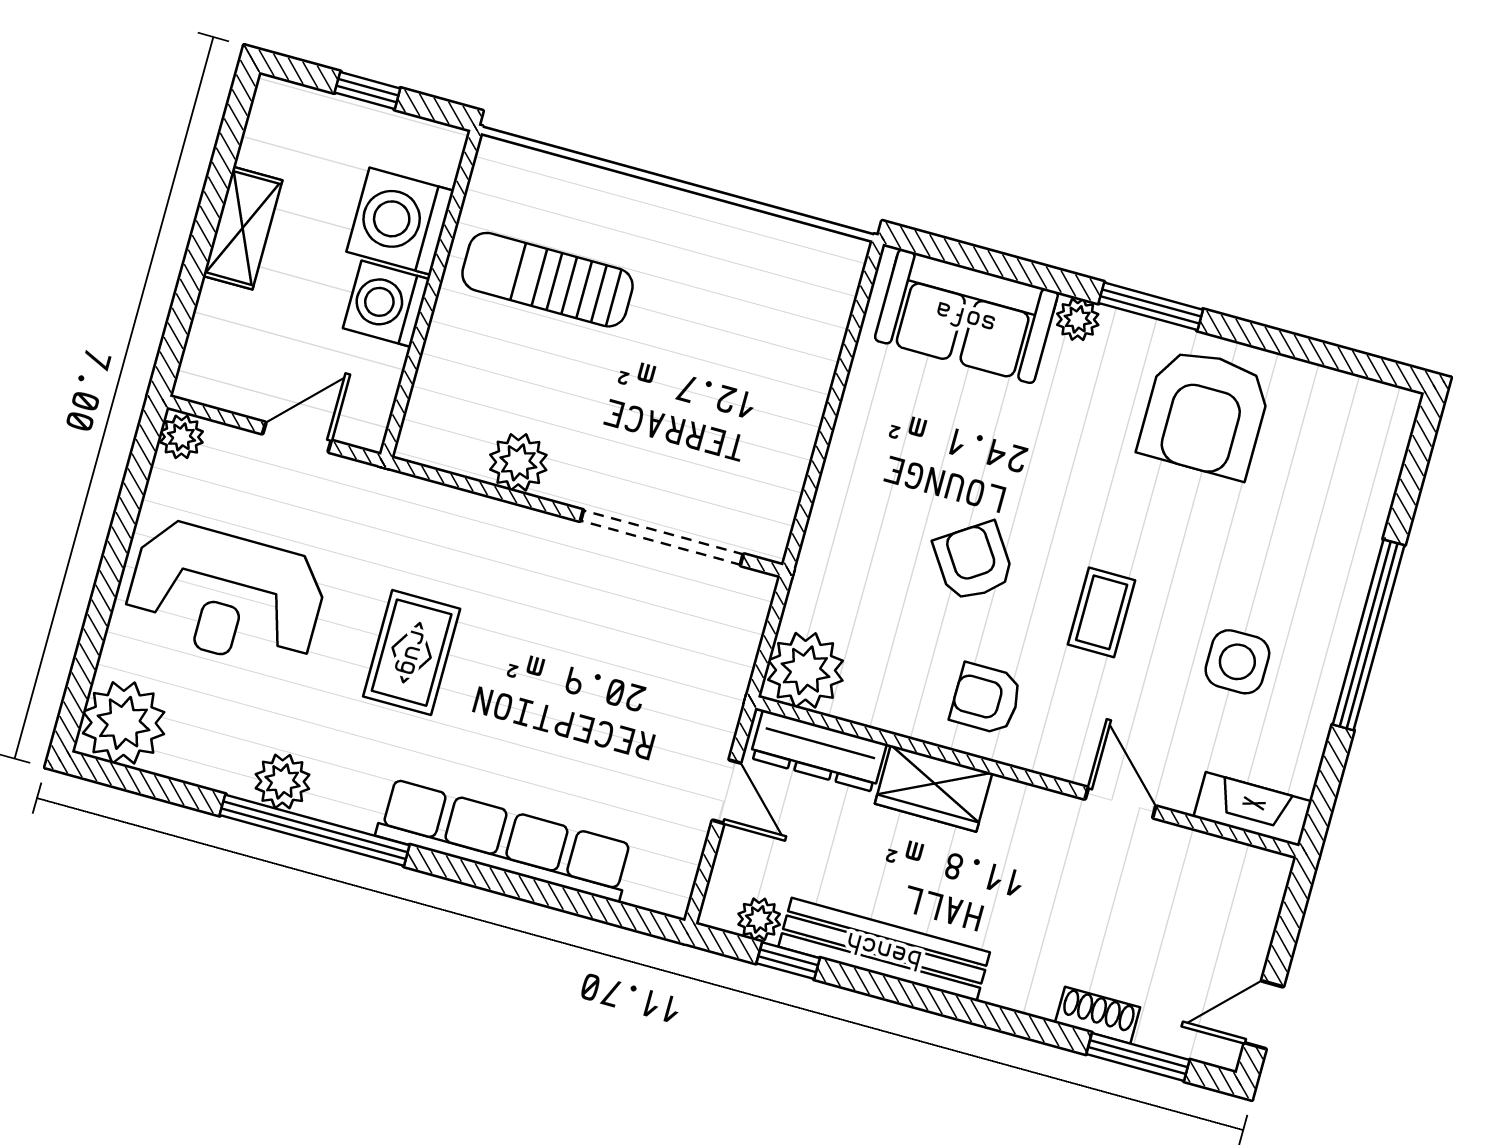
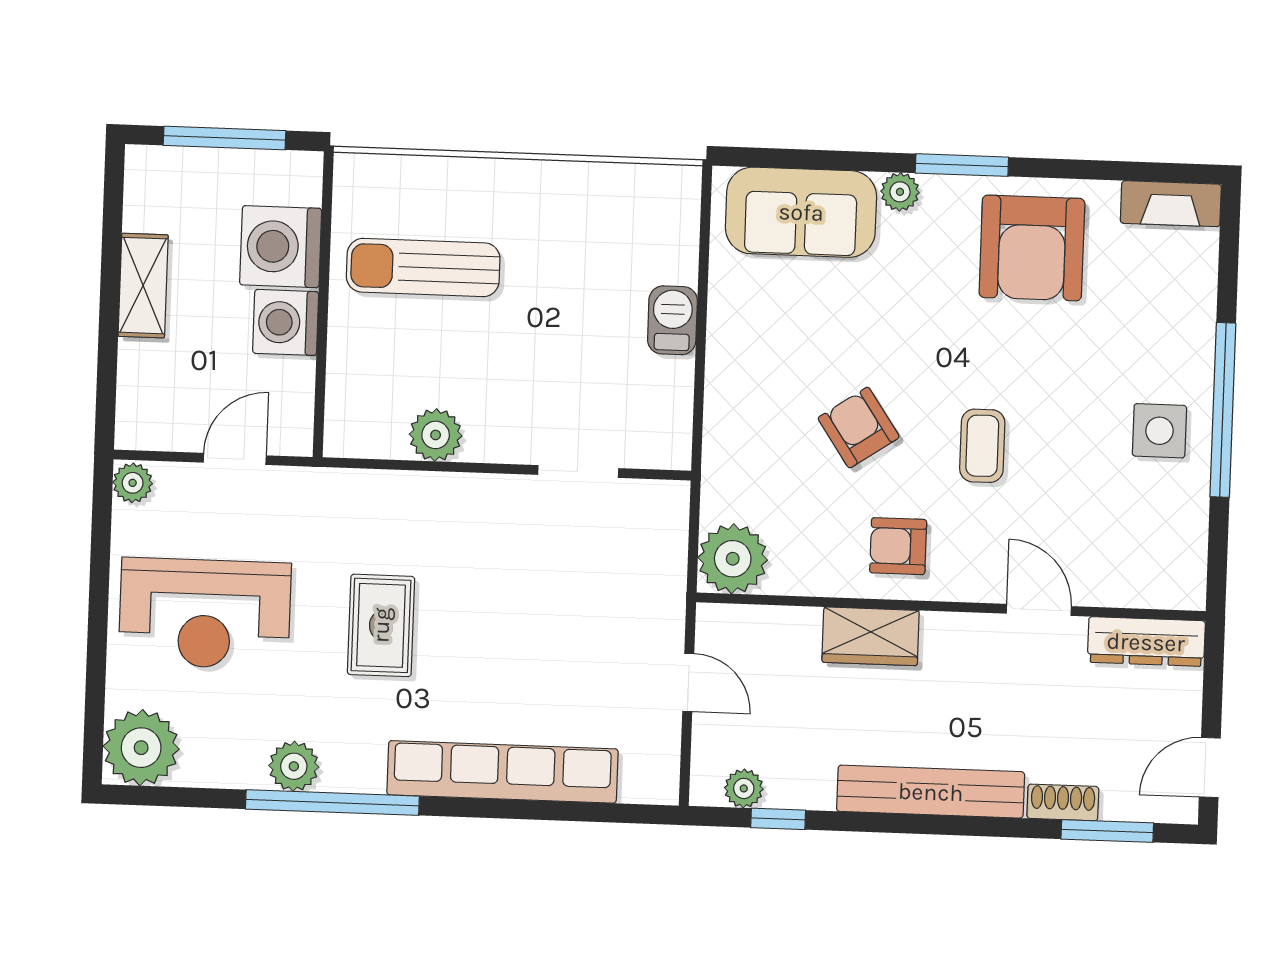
window: (367, 91) -> (225, 138), width x2.17
barbecue: (801, 399) -> (672, 320), added
doorway: (662, 538) -> (578, 472), width x0.53
side table: (1237, 662) -> (1159, 431), moved
dresser: (818, 751) -> (1146, 642), moved
fireplace: (1253, 809) -> (1171, 204), moved, turned 180
bench: (884, 949) -> (931, 792), moved

